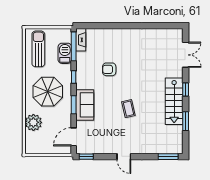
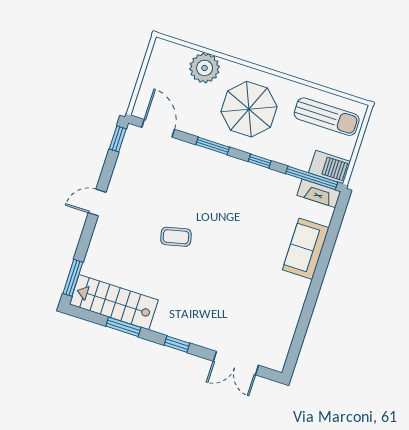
barbecue: (65, 53) -> (330, 167), moved
armchair: (109, 69) -> (253, 226), removed
stairs: (174, 101) -> (114, 302), moved
sofa: (85, 105) -> (306, 249), moved, turned 90

